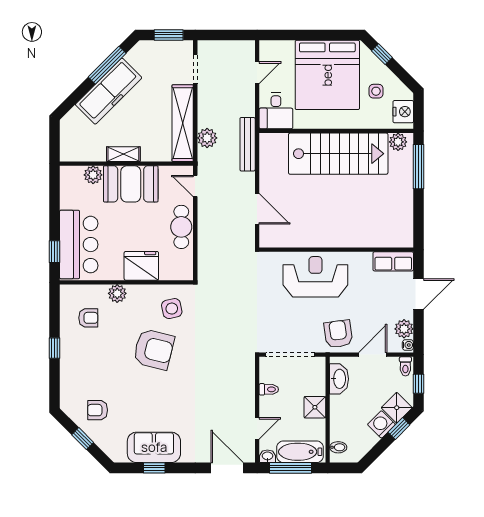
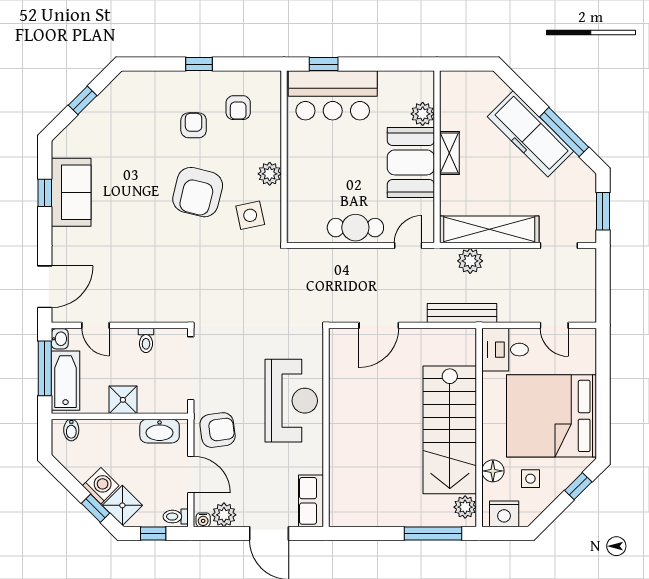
floor lamp: (370, 120) -> (493, 471), added
fridge: (141, 266) -> (305, 176), removed
plant: (117, 293) -> (270, 174), moved
armchair: (98, 410) -> (194, 125), moved

